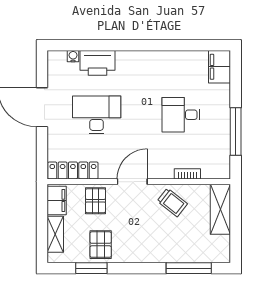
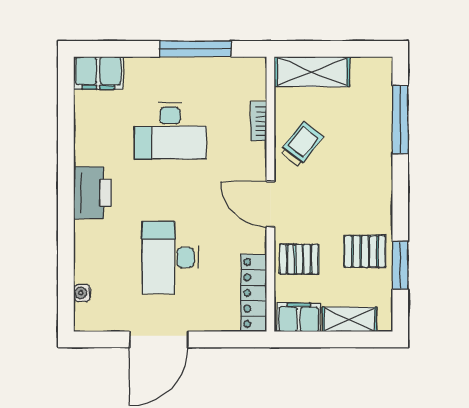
printer: (97, 63) -> (92, 193), moved
desk: (181, 115) -> (170, 131), width x1.37

